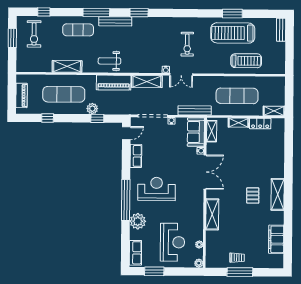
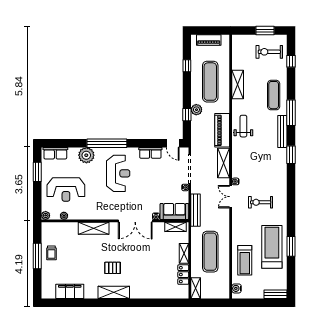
water cooler: (275, 69) -> (237, 288), added

